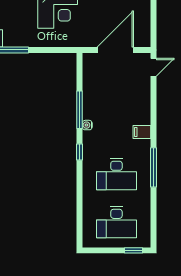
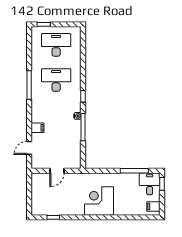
door: (115, 50) -> (57, 171), width x0.53
door: (153, 67) -> (29, 148), moved
filing cabinet: (142, 132) -> (38, 128), moved

